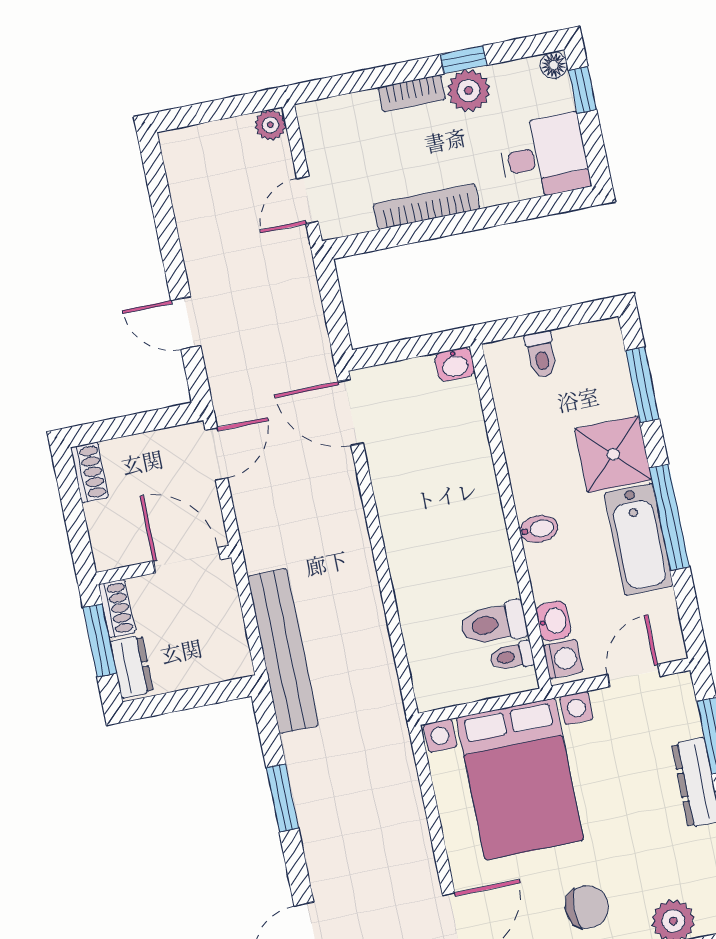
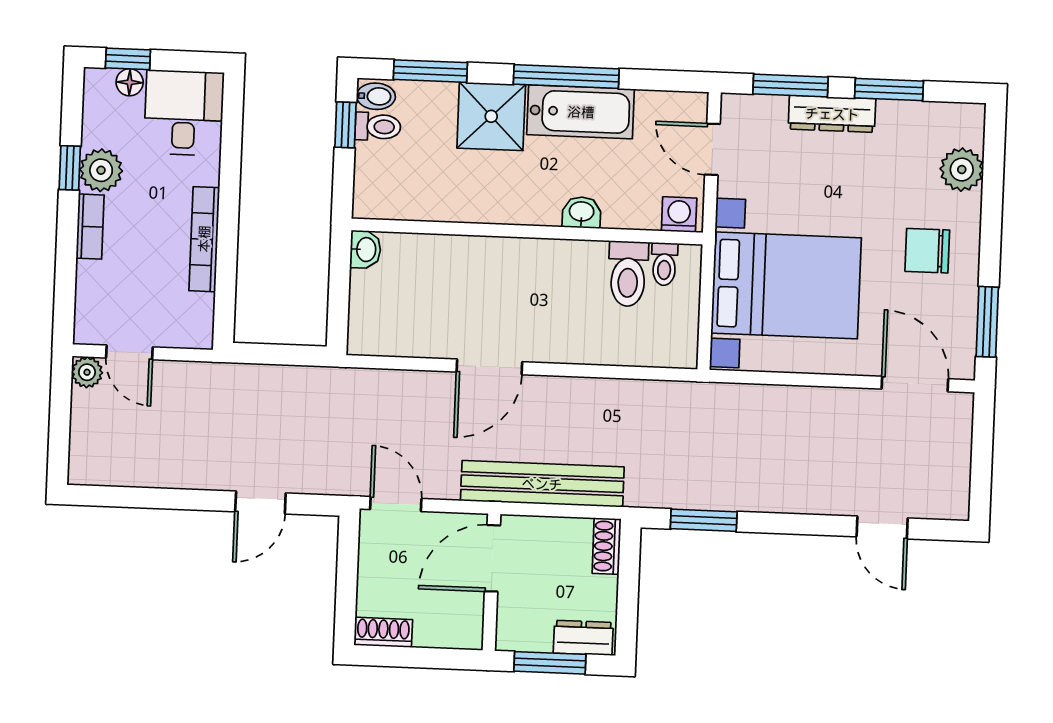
floor lamp: (554, 65) -> (130, 82), moved
door: (307, 200) -> (129, 352), moved
window: (570, 316) -> (345, 125), added
toilet: (541, 354) -> (378, 127), moved
door: (351, 412) -> (489, 367), moved
bidet: (539, 529) -> (376, 96), moved, turned 90
shoe rack: (117, 609) -> (607, 546), moved, turned -90
washbasin: (553, 621) -> (582, 212), moved
bench: (283, 651) -> (542, 484), moved
window: (282, 798) -> (704, 520), moved
chair: (587, 907) -> (927, 251), turned -90

